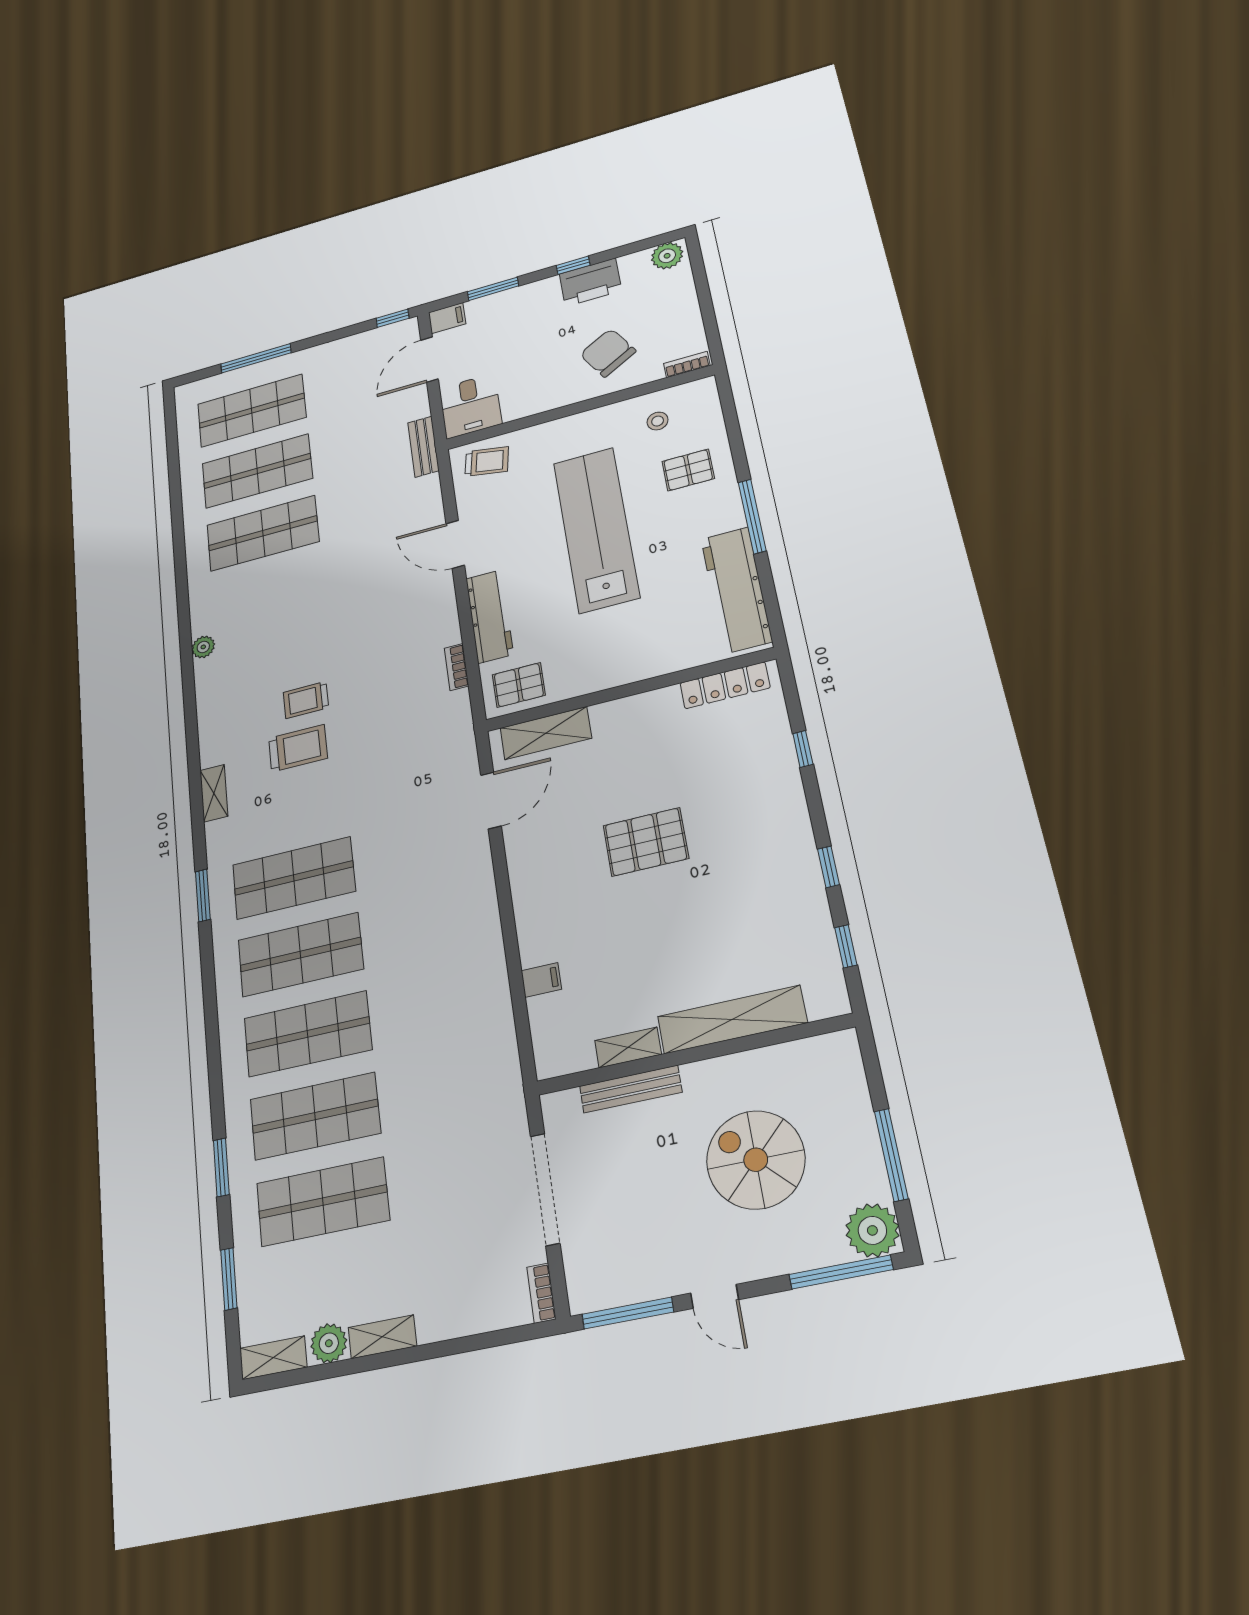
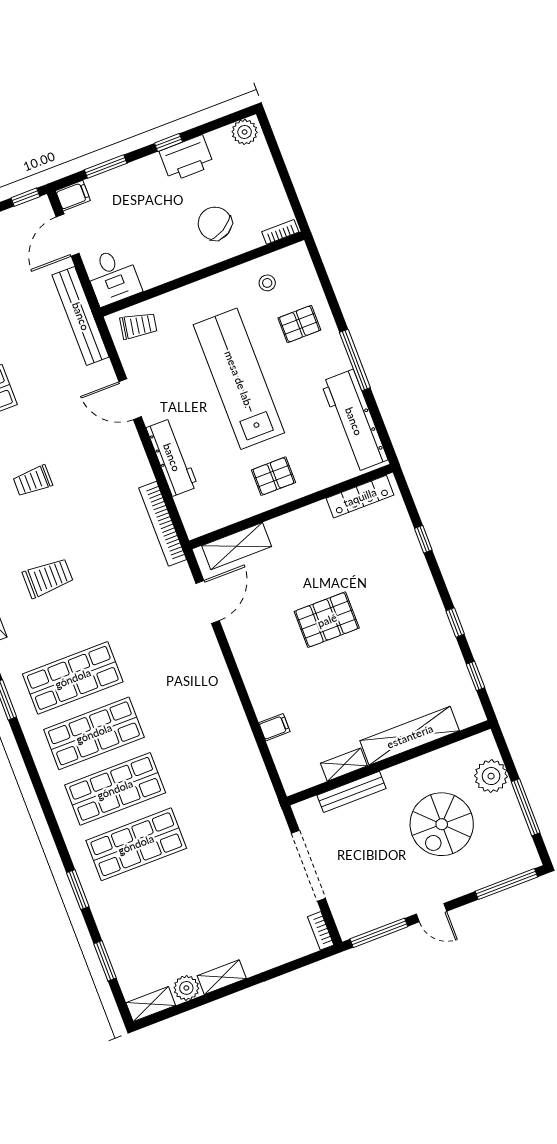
bench: (423, 447) -> (81, 316), width x1.86, depth x1.21
bookcase: (457, 667) -> (163, 524), width x2.31, depth x1.31
pallet: (519, 685) -> (273, 476), moved
trolley: (306, 700) -> (33, 481), moved
spiral stairs: (756, 1160) -> (442, 824), turned -90
shop shelf: (323, 1202) -> (157, 900), removed
plant: (872, 1230) -> (491, 776), moved

